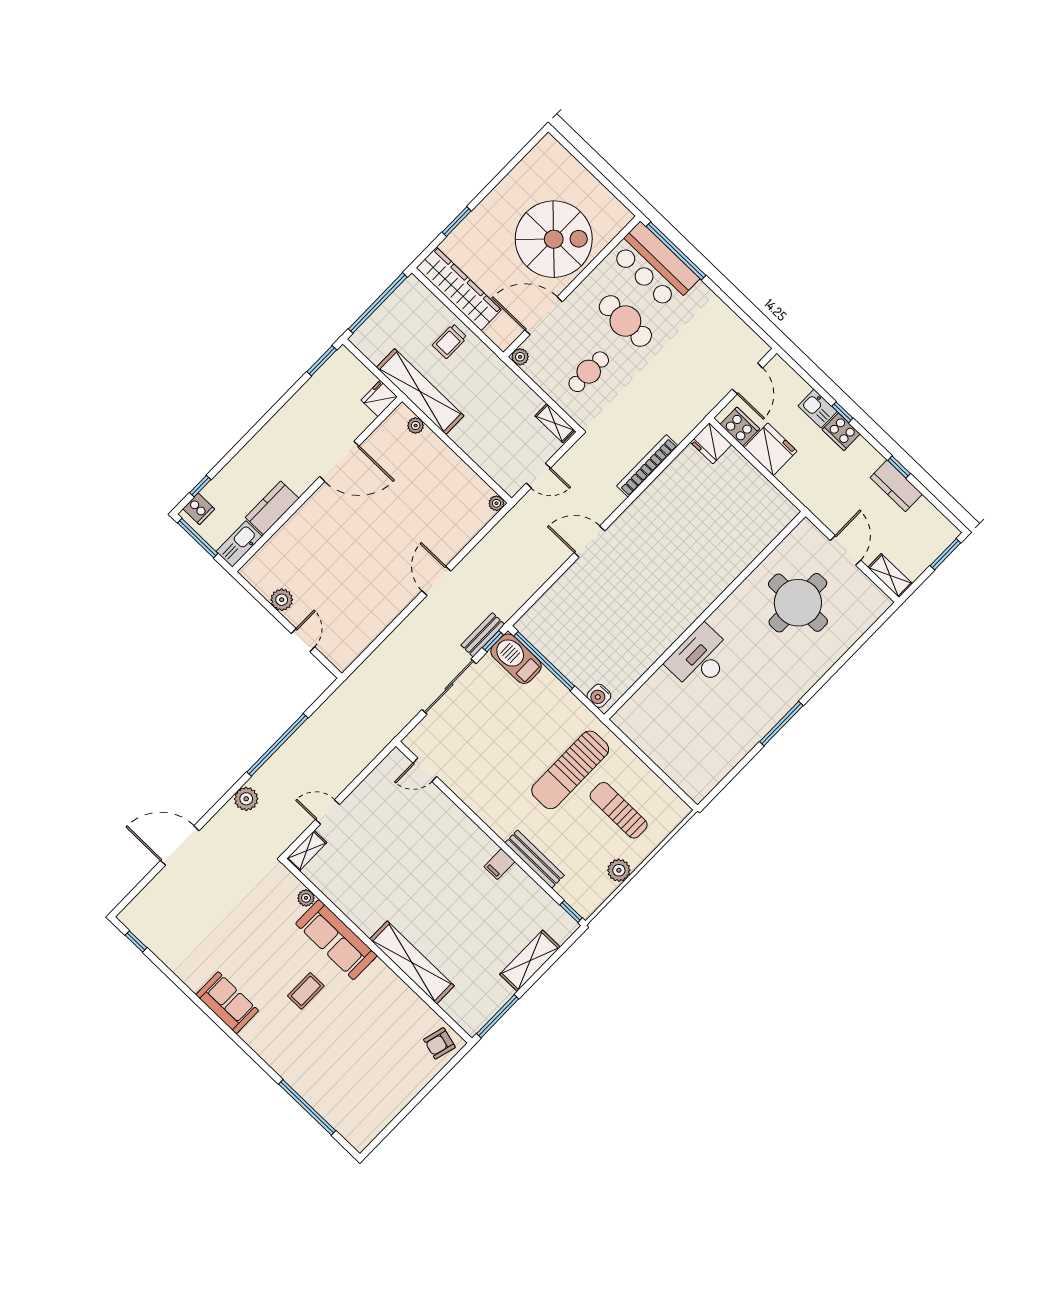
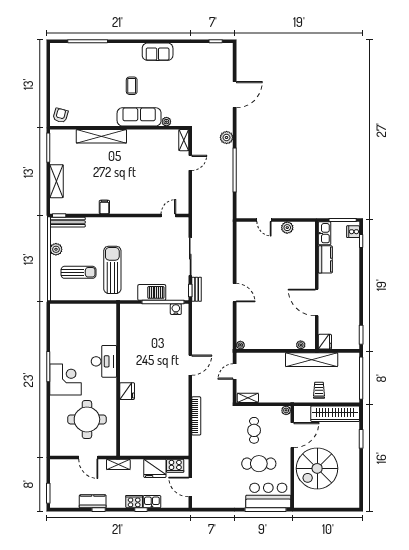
fridge: (711, 443) -> (127, 391), moved, turned 90
door: (339, 461) -> (317, 303), hinge flipped
shelving: (890, 576) -> (118, 464), moved
barbecue: (516, 659) -> (152, 292), moved
corner desk: (775, 684) -> (65, 379), added
water cooler: (599, 696) -> (176, 309), moved
bench: (535, 859) -> (68, 222), moved

